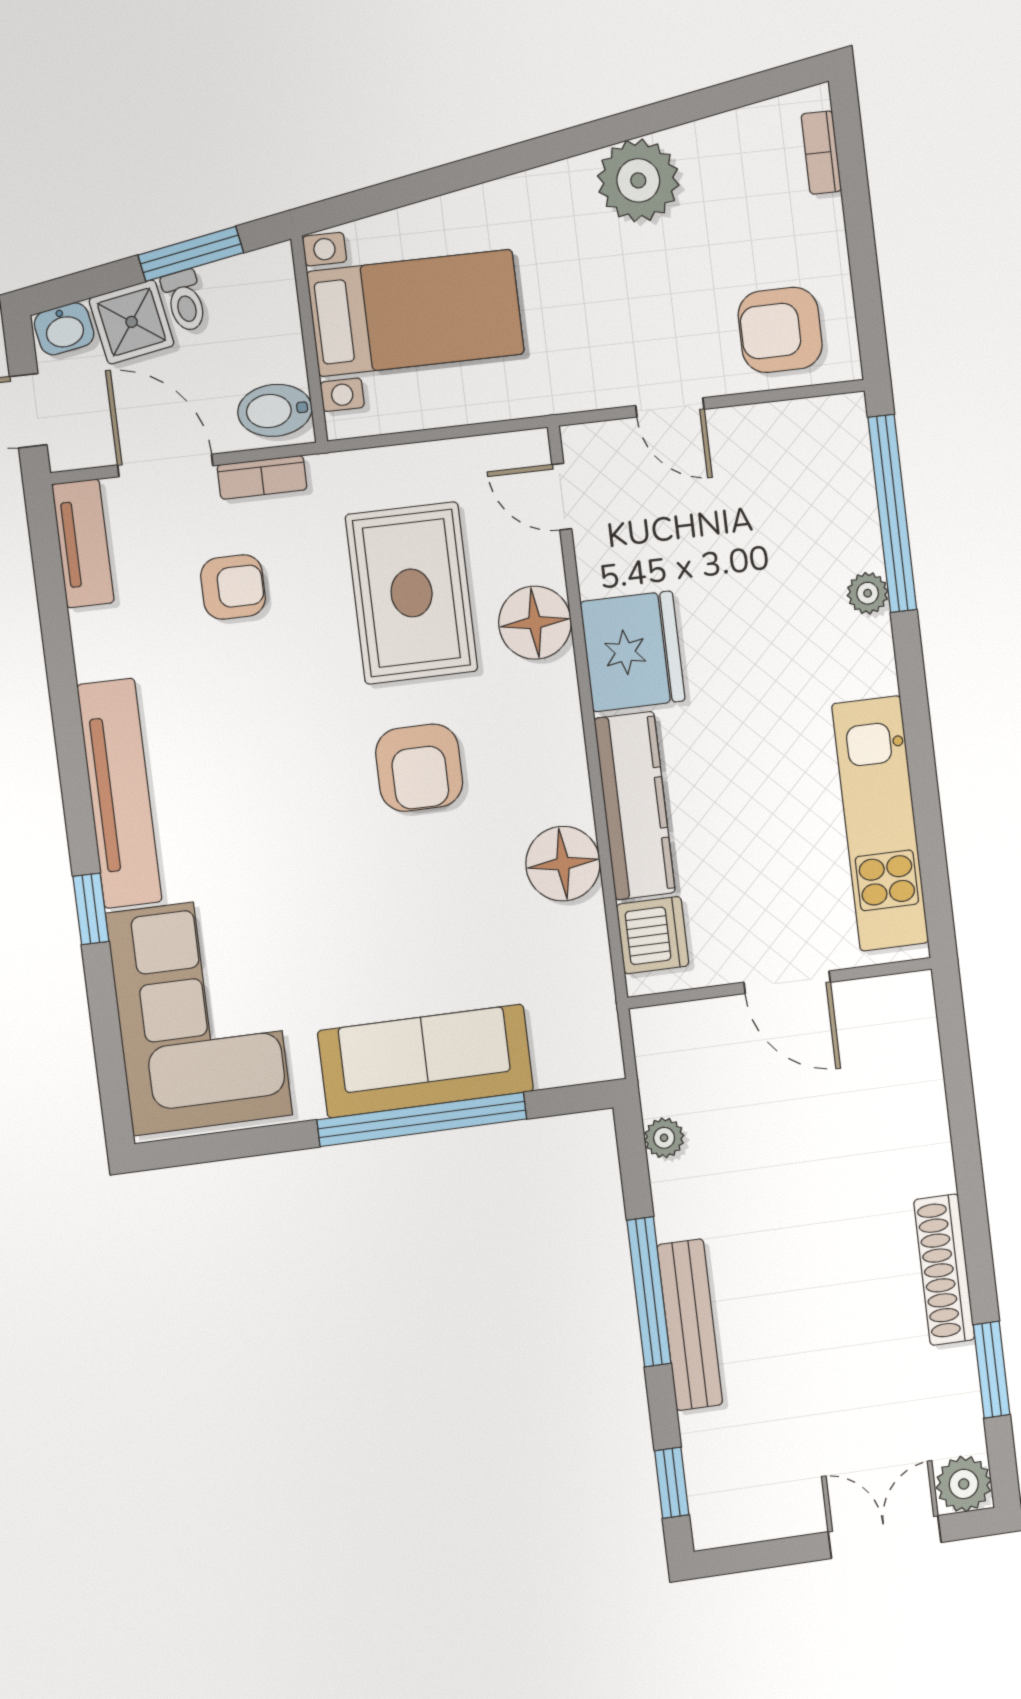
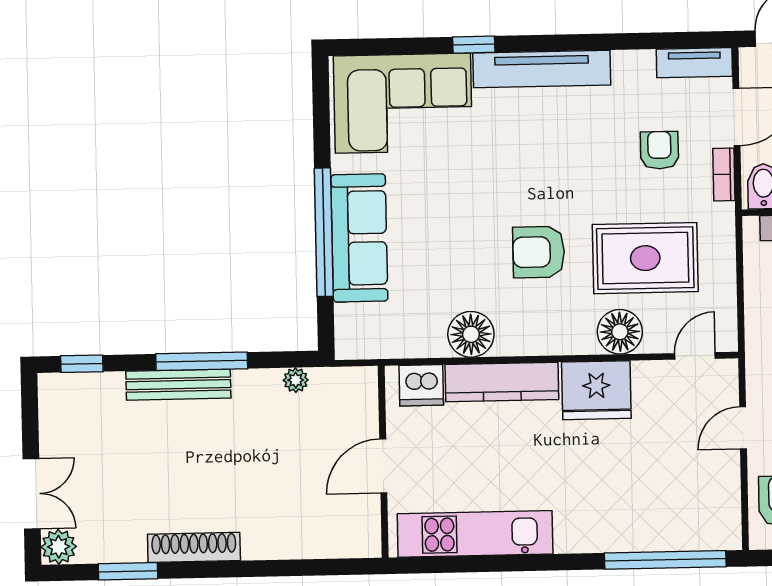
armchair: (233, 587) -> (659, 150), turned 180
plant: (868, 593) -> (618, 540), removed

